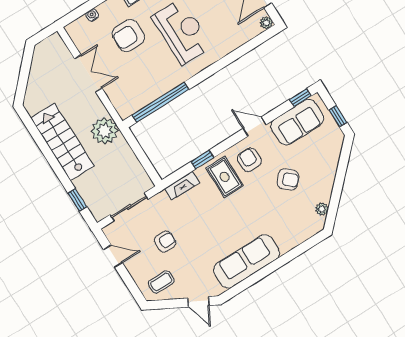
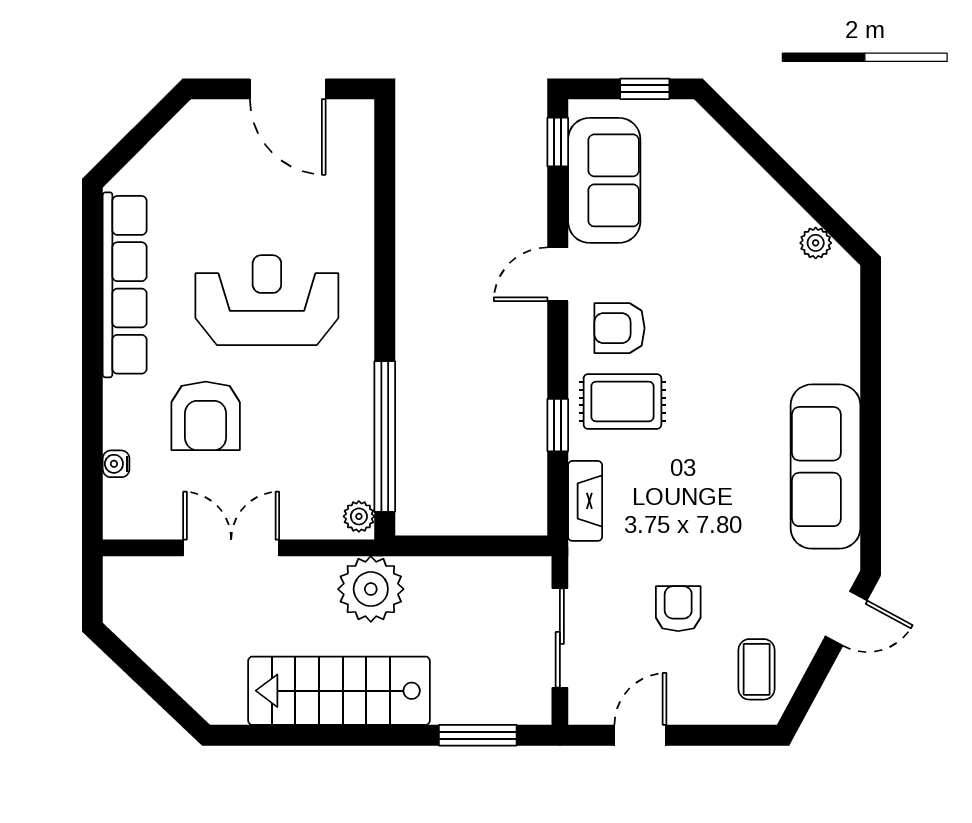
plant: (266, 23) -> (359, 516), moved
armchair: (288, 179) -> (710, 274), removed
window: (77, 200) -> (478, 735), width x1.50

